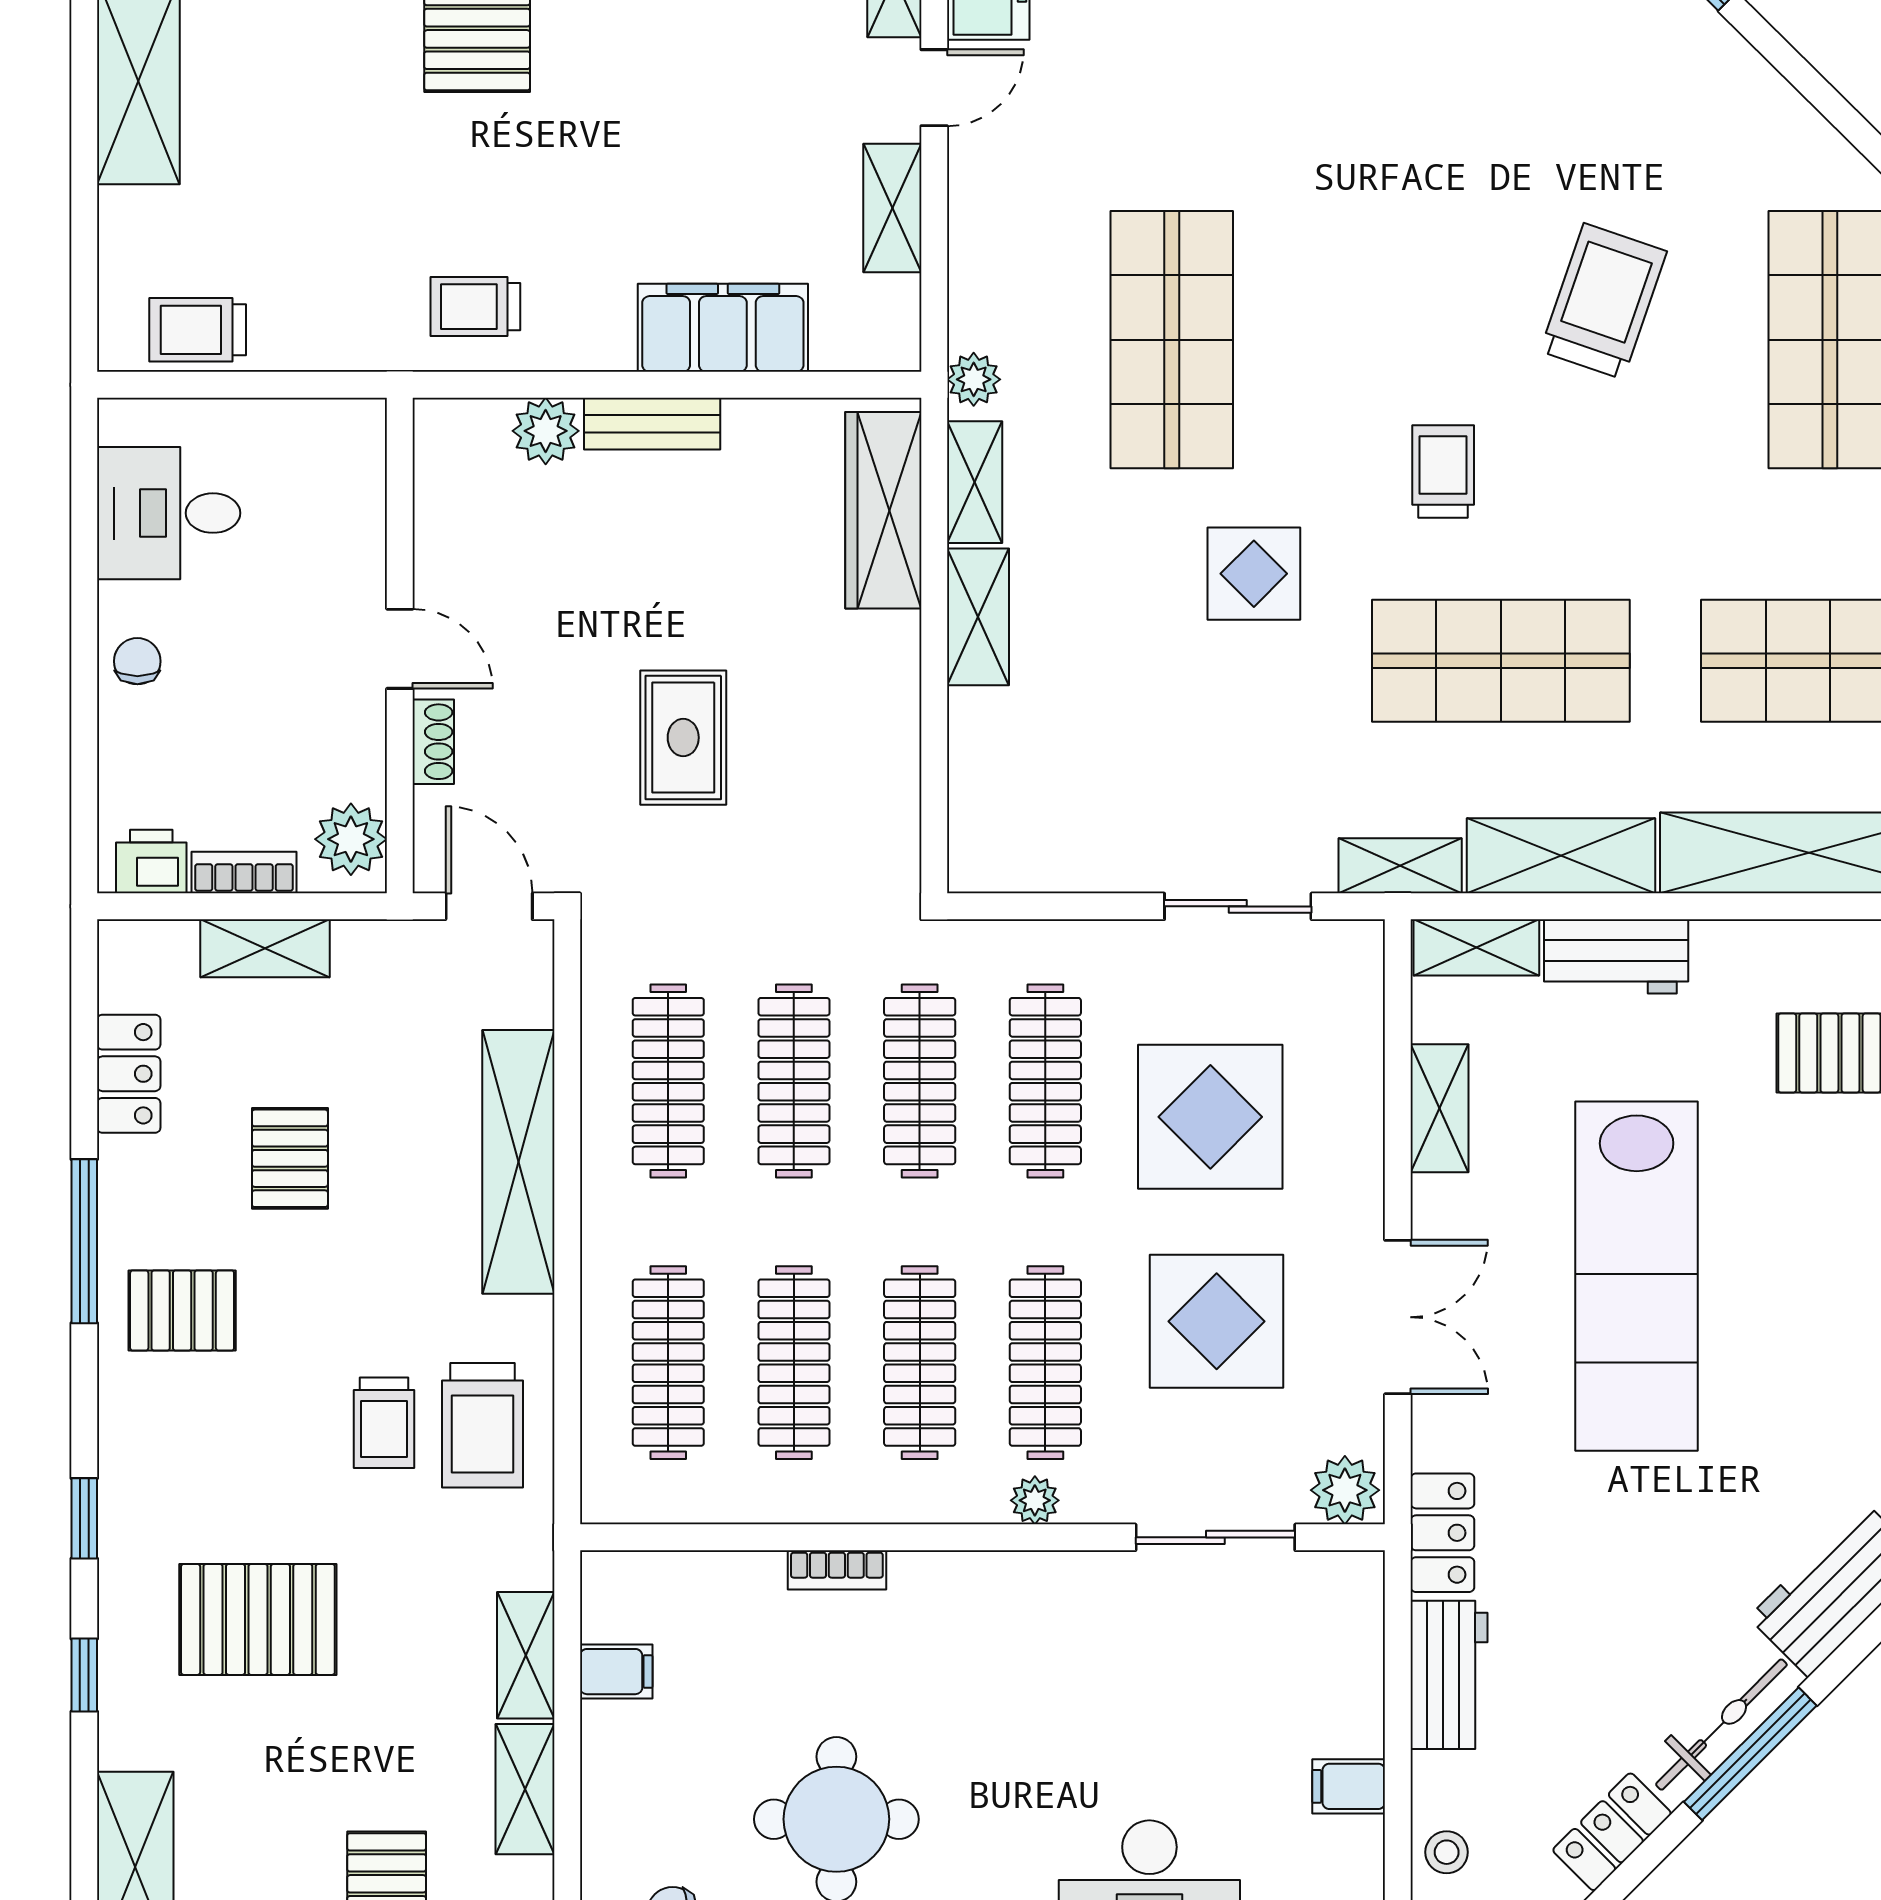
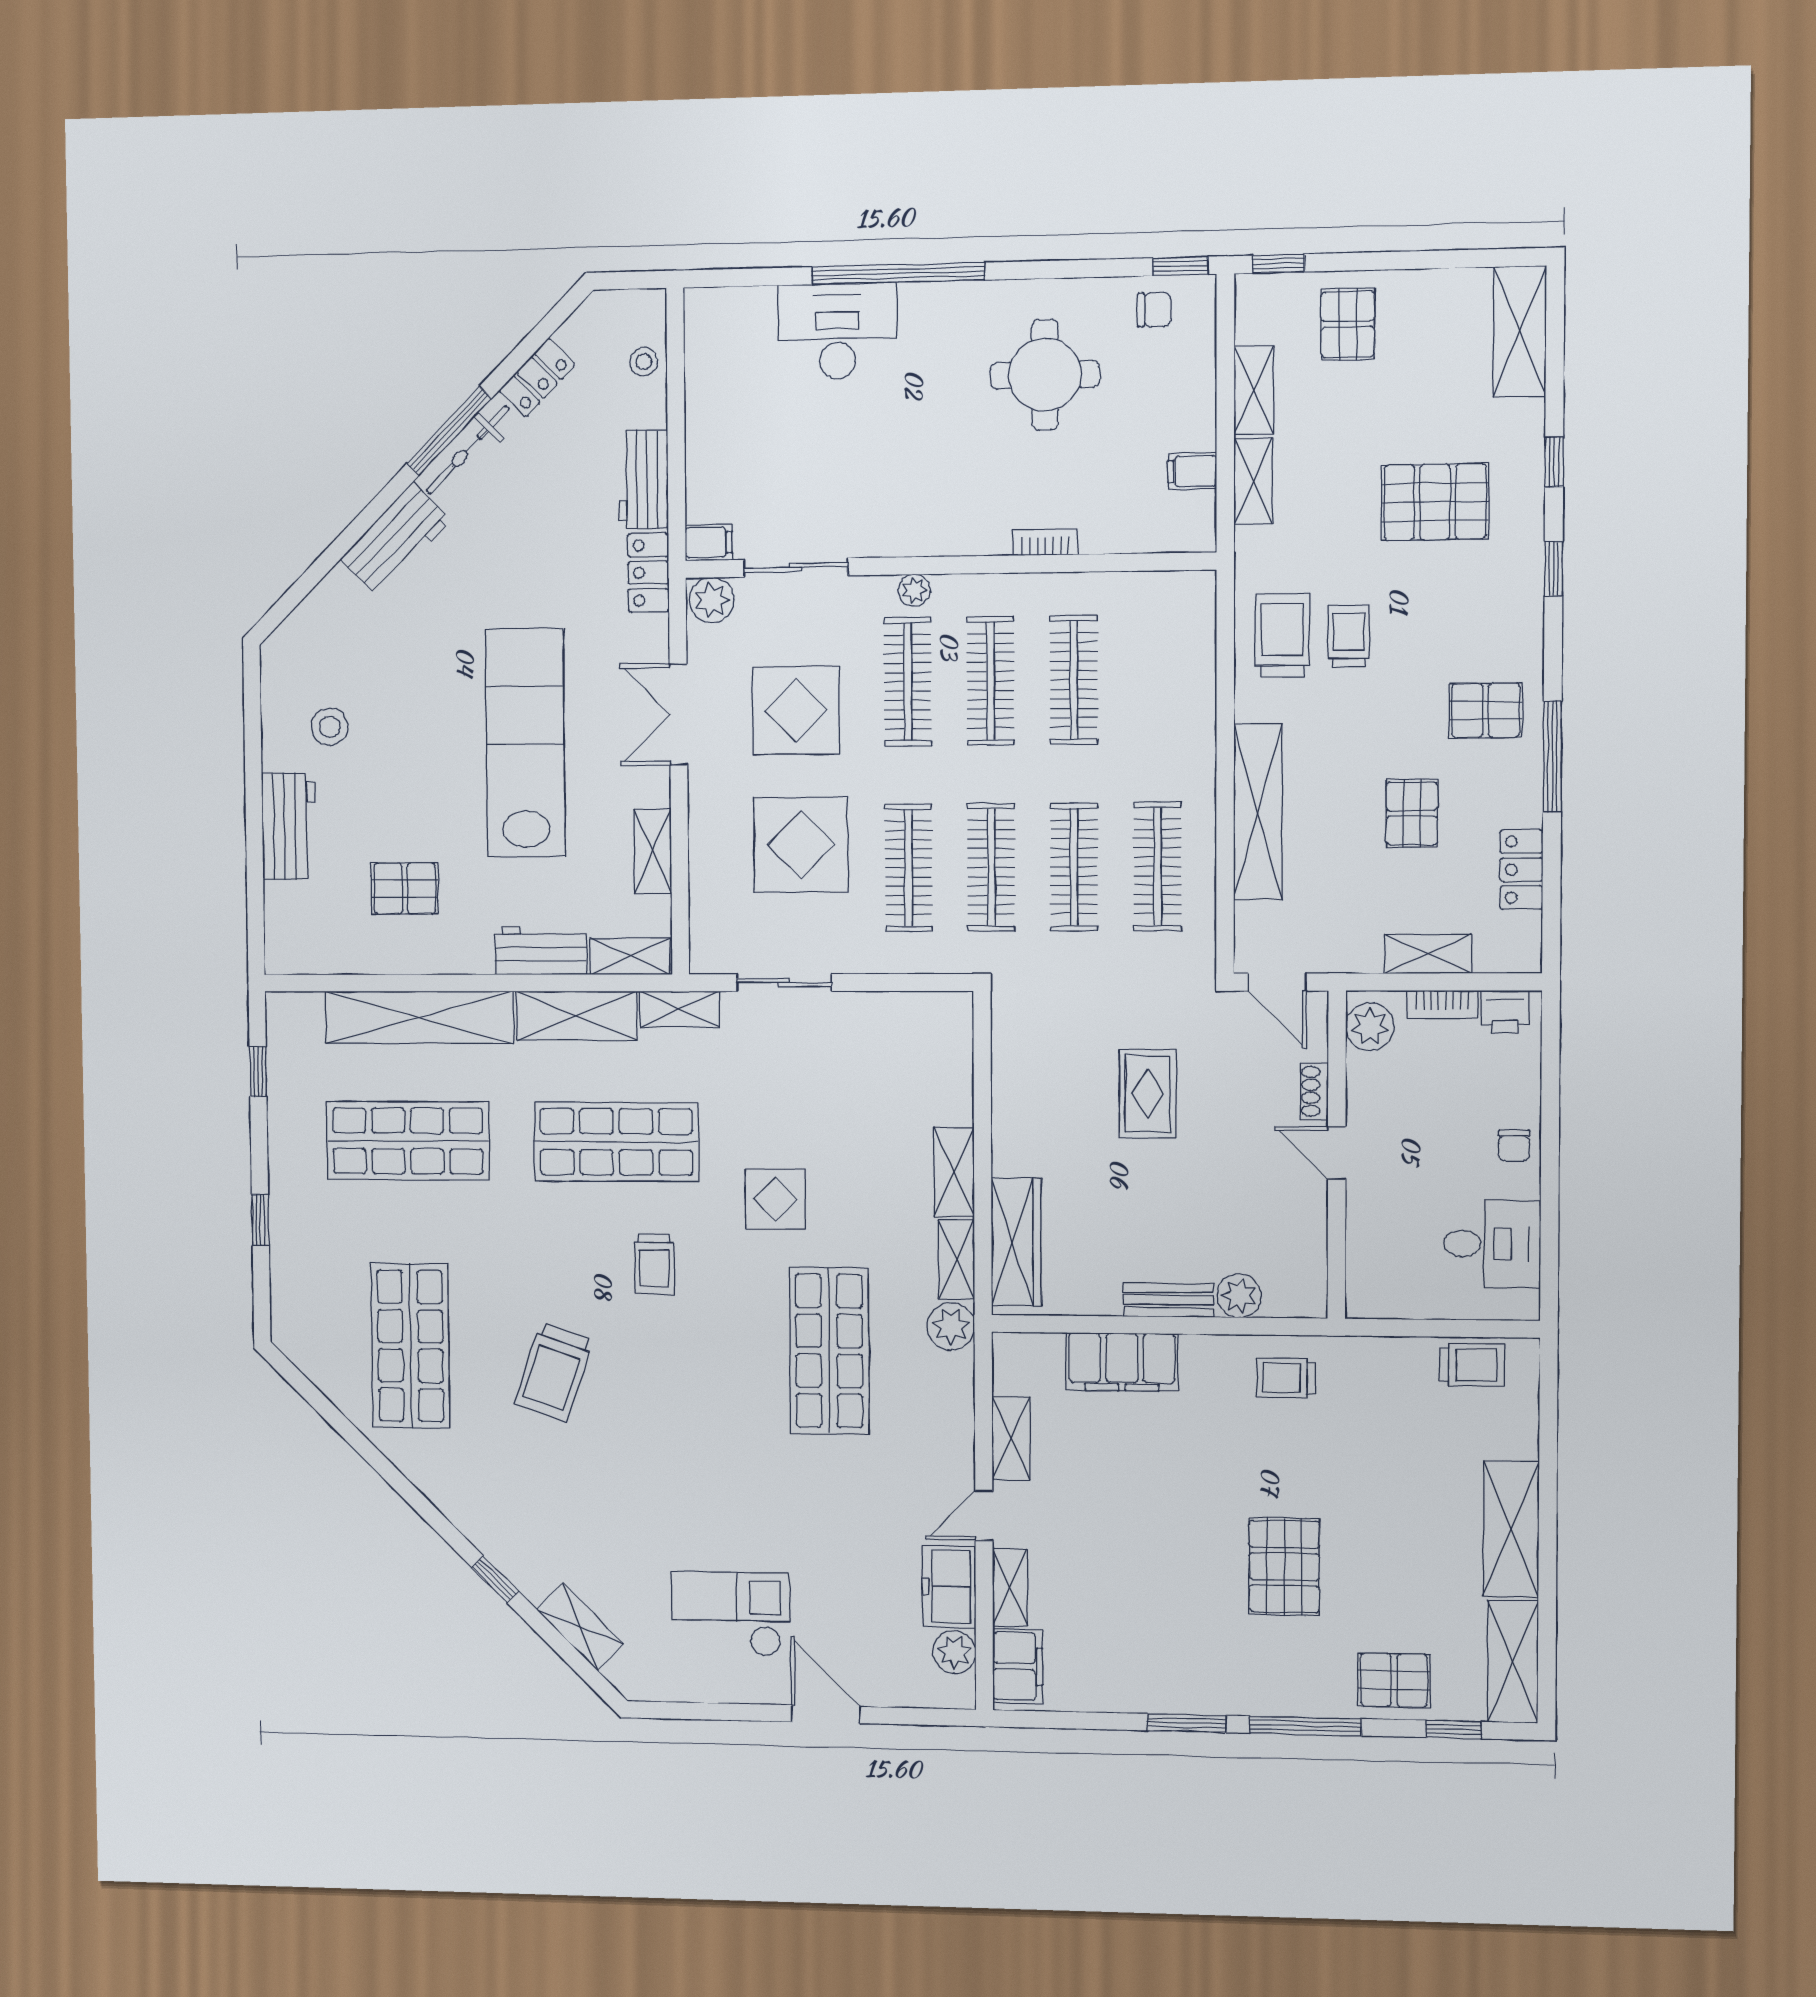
trolley: (475, 307) -> (1286, 1378), turned 180
plant: (974, 379) -> (951, 1326), width x1.38, depth x1.38
clothes rail: (668, 1363) -> (1157, 679), removed
filing cabinet: (1349, 1786) -> (709, 542), moved

